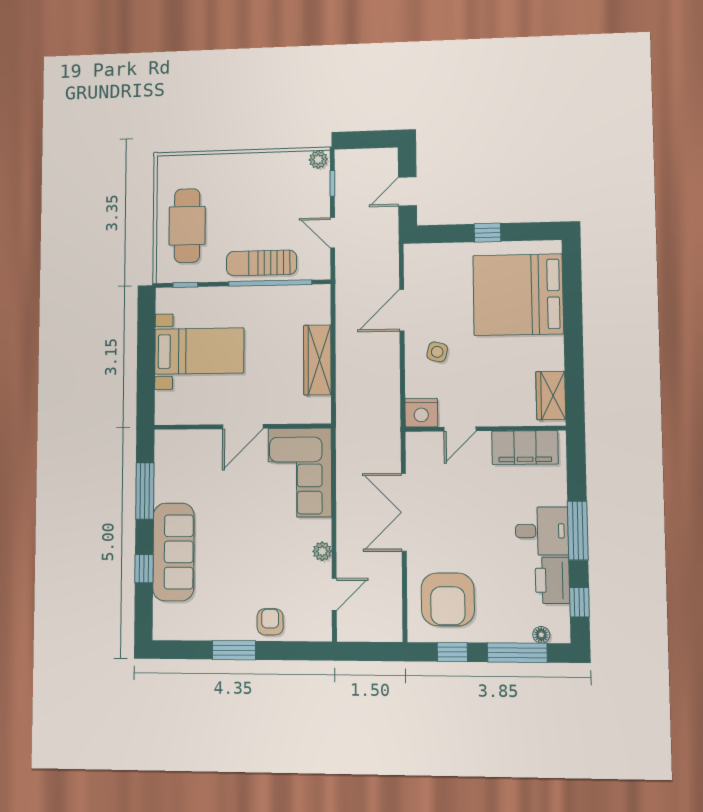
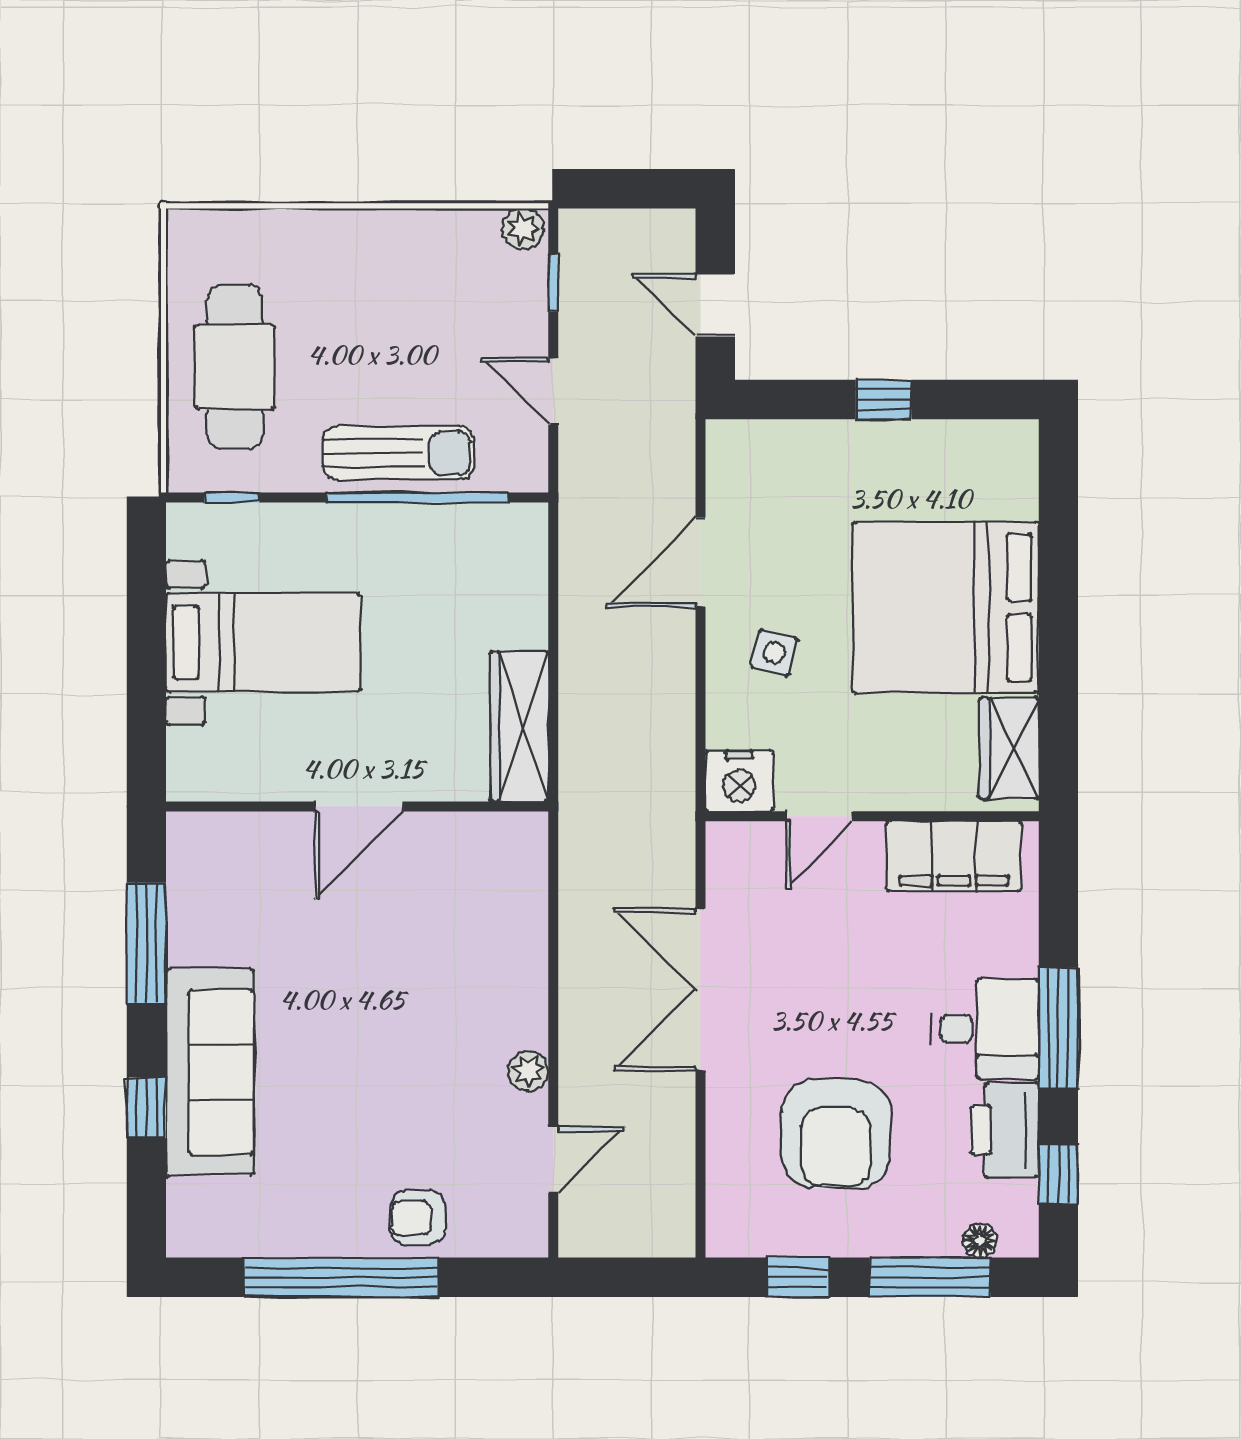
door: (407, 191) -> (715, 305), hinge flipped
sun lounger: (261, 263) -> (399, 453), turned 180
bed: (518, 295) -> (946, 608), moved
wardrobe: (317, 360) -> (519, 726), moved
corner sofa: (300, 473) -> (481, 905), removed
armchair: (448, 599) -> (836, 1134), moved
armchair: (270, 622) -> (418, 1218), turned -90
window: (234, 650) -> (341, 1277), width x2.11

